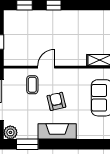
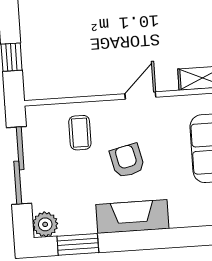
door: (46, 67) -> (140, 95), moved

